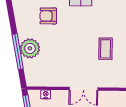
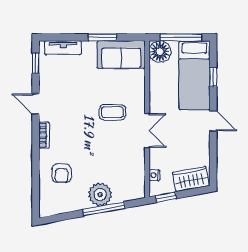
coffee table: (105, 49) -> (112, 112), moved

